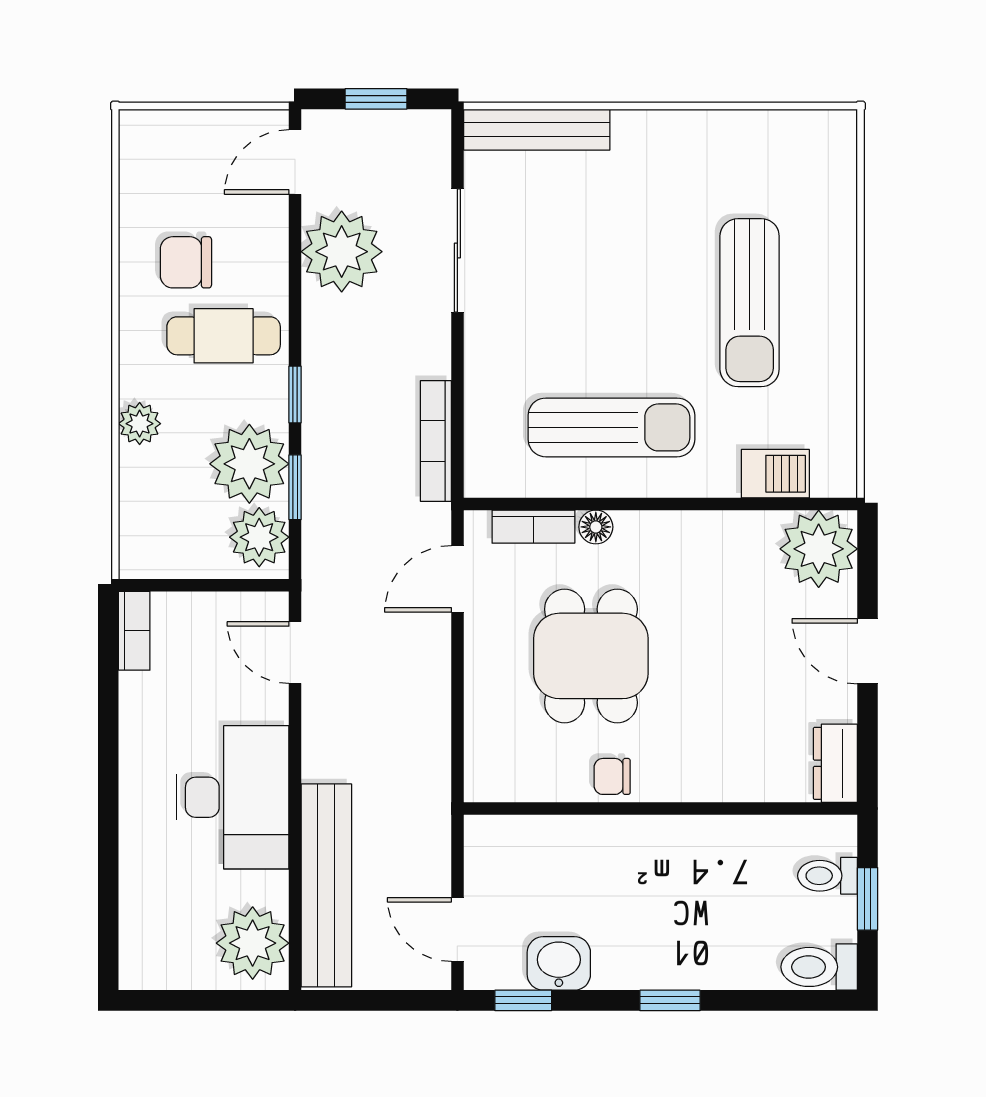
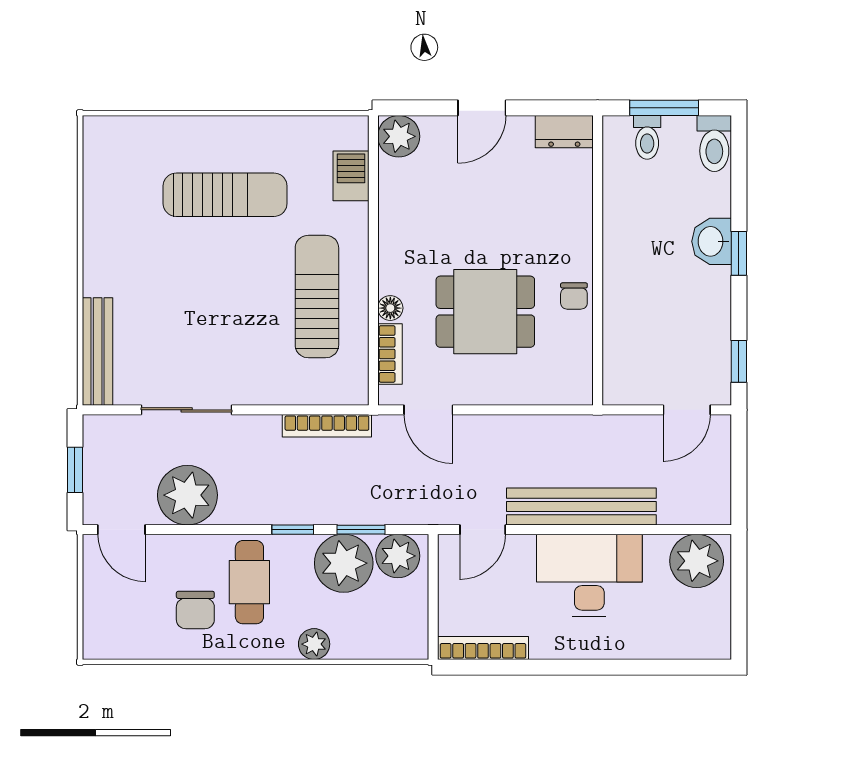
plant: (819, 549) -> (399, 136), width x0.73, depth x0.73
bookcase: (134, 631) -> (483, 648), width x1.56
bench: (326, 885) -> (581, 506), moved
window: (868, 899) -> (664, 108), width x1.50
washbasin: (559, 963) -> (712, 241), moved

